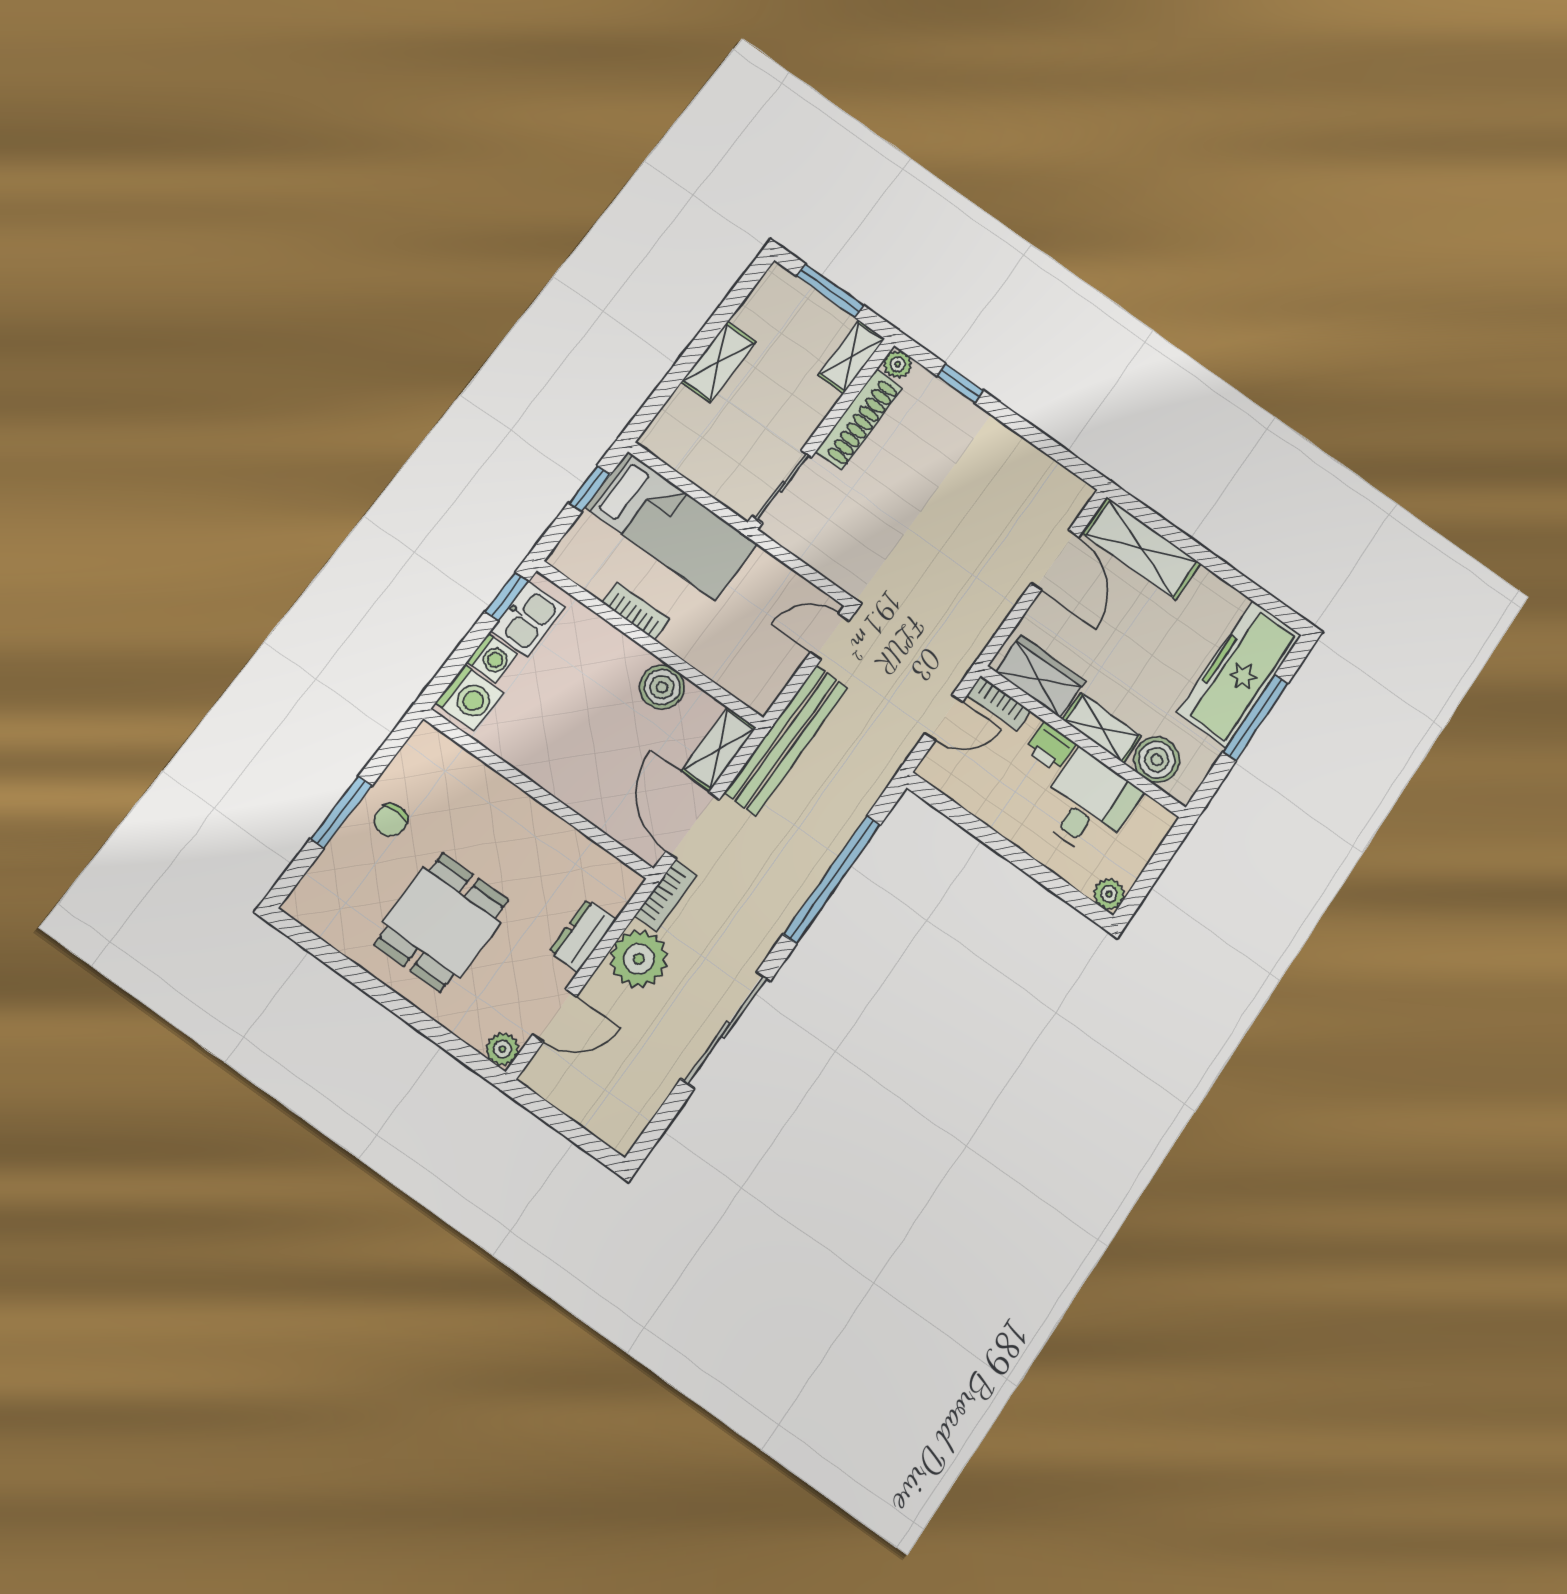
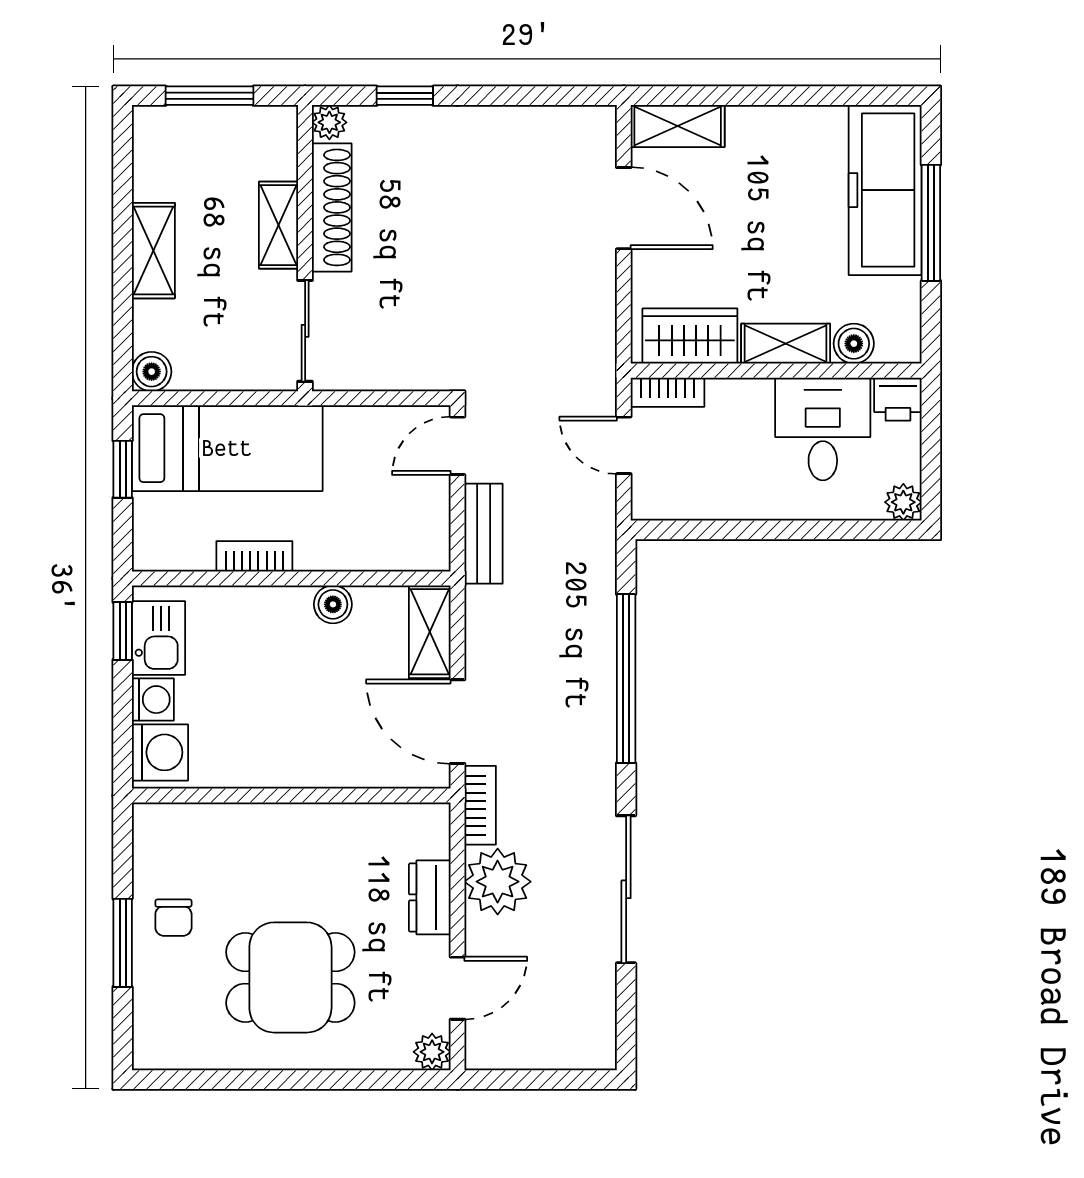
shelving: (851, 357) -> (279, 225), moved
boiler: (658, 439) -> (152, 372), added
shelving: (1141, 548) -> (678, 126), width x0.67, depth x0.75
boiler: (662, 687) -> (333, 604), width x0.73, depth x0.73
door: (944, 718) -> (624, 445), swing flipped
bench: (786, 740) -> (484, 534), width x0.54, depth x0.82
printer: (1050, 747) -> (898, 399), moved
boiler: (1157, 760) -> (854, 344), width x0.73, depth x0.73
dining table: (441, 922) -> (290, 977), turned 90

